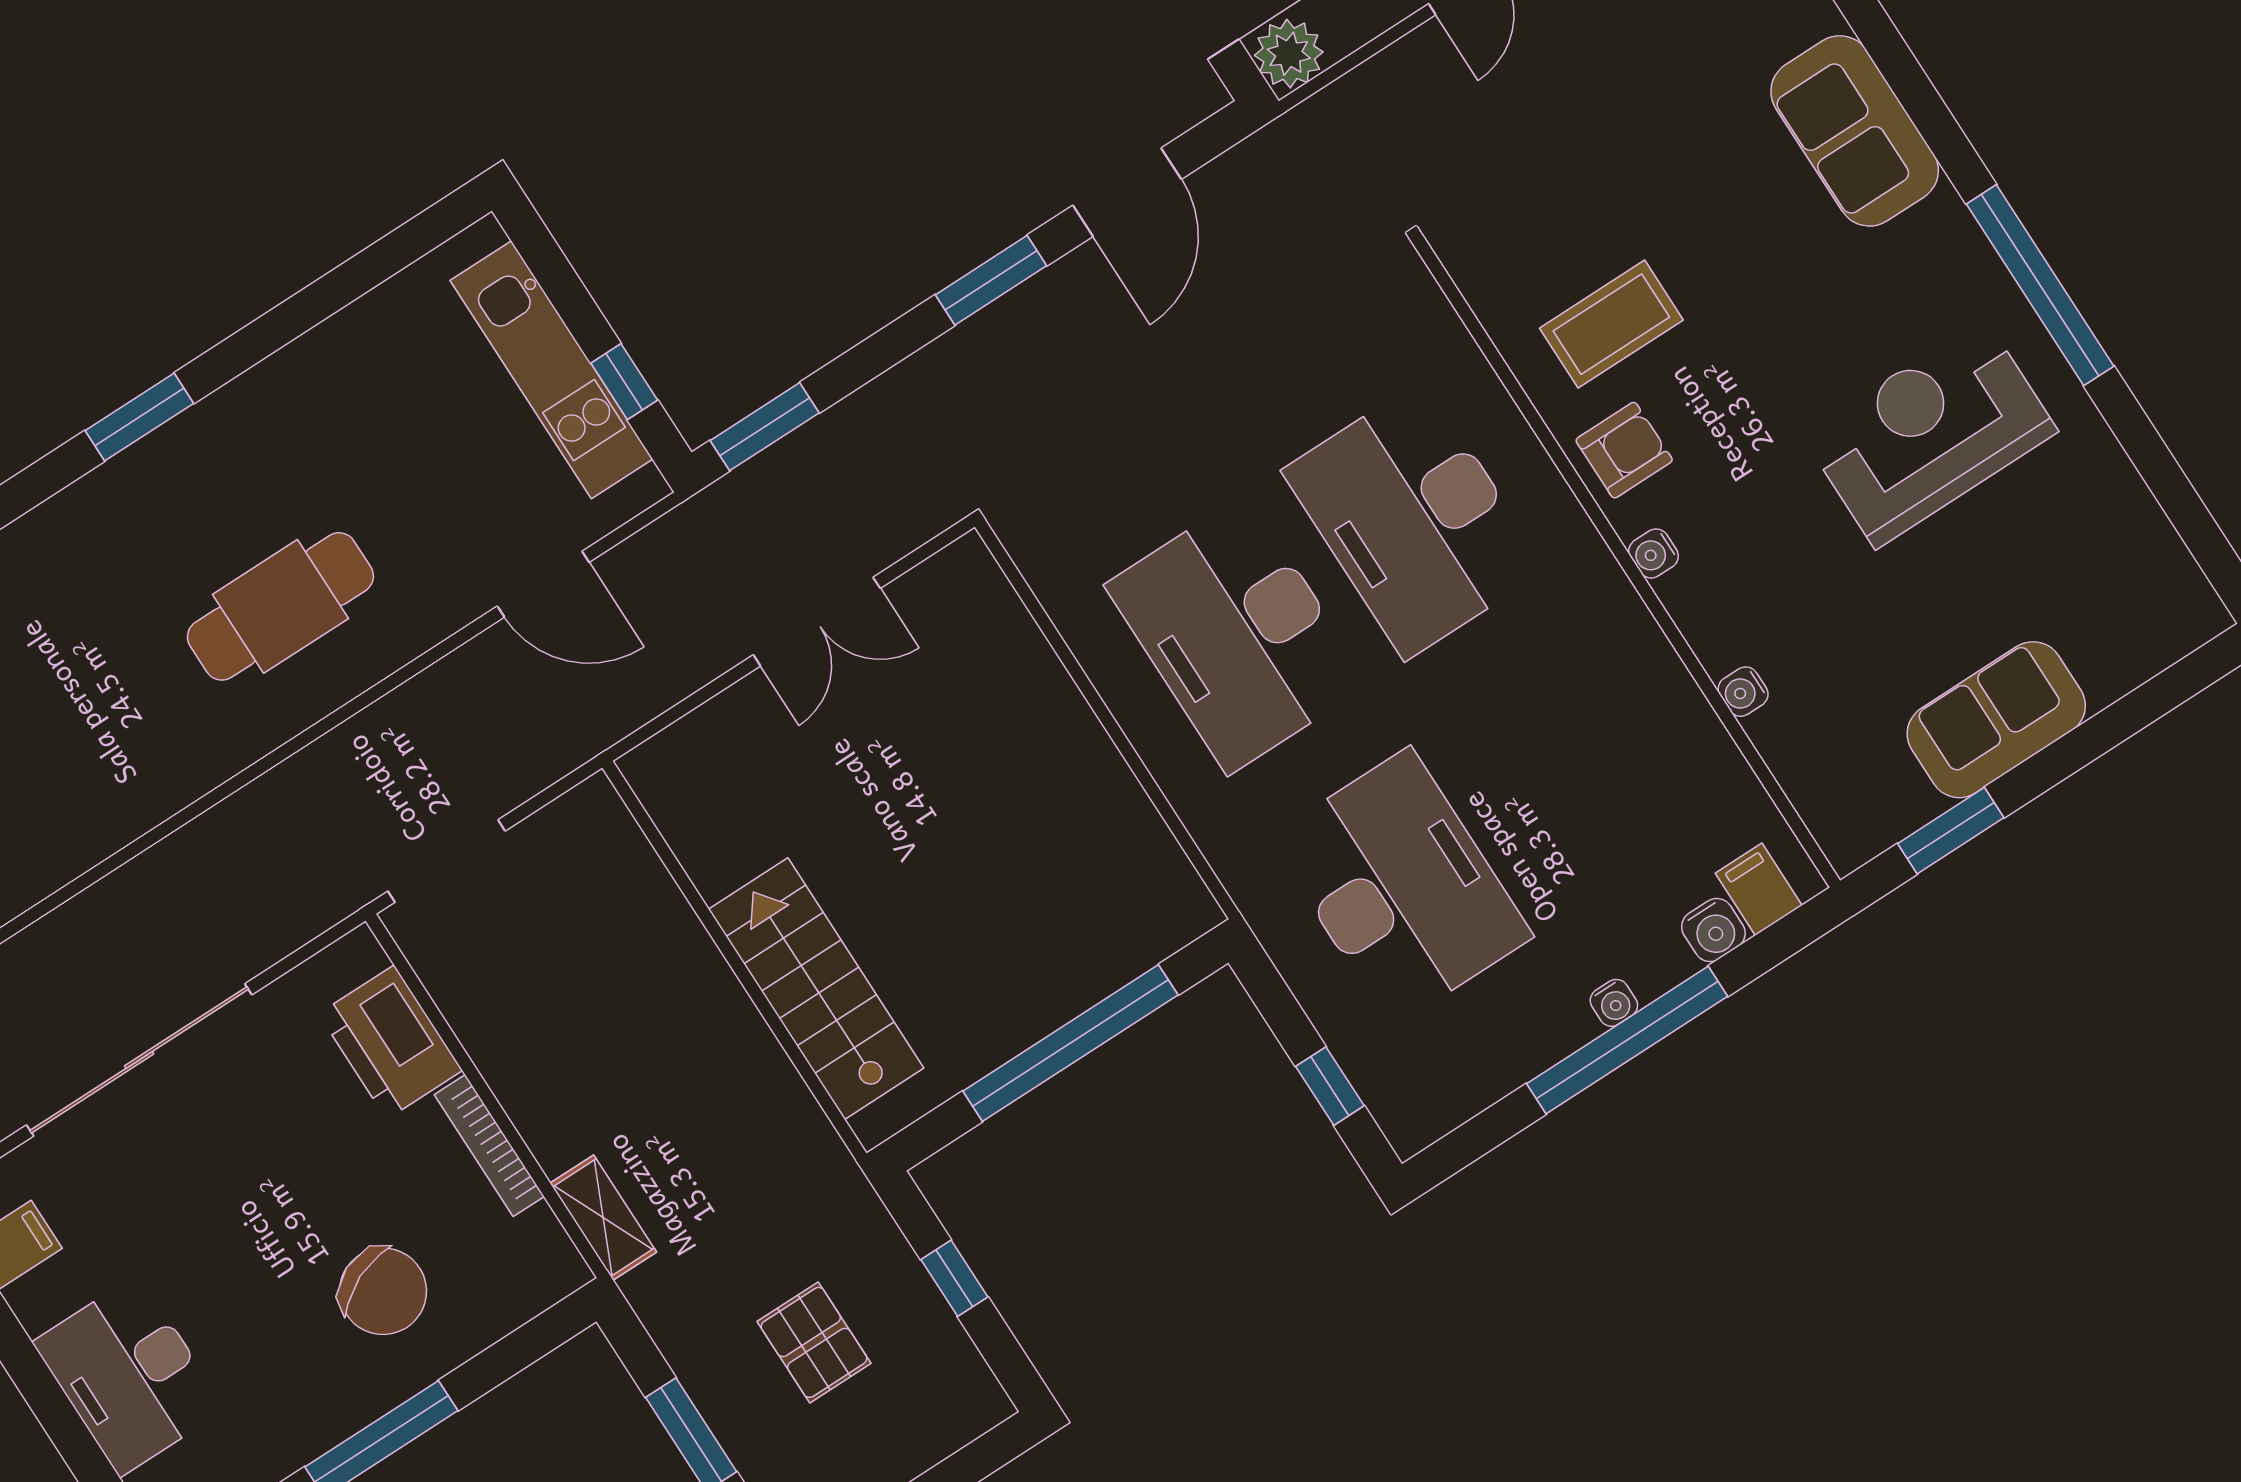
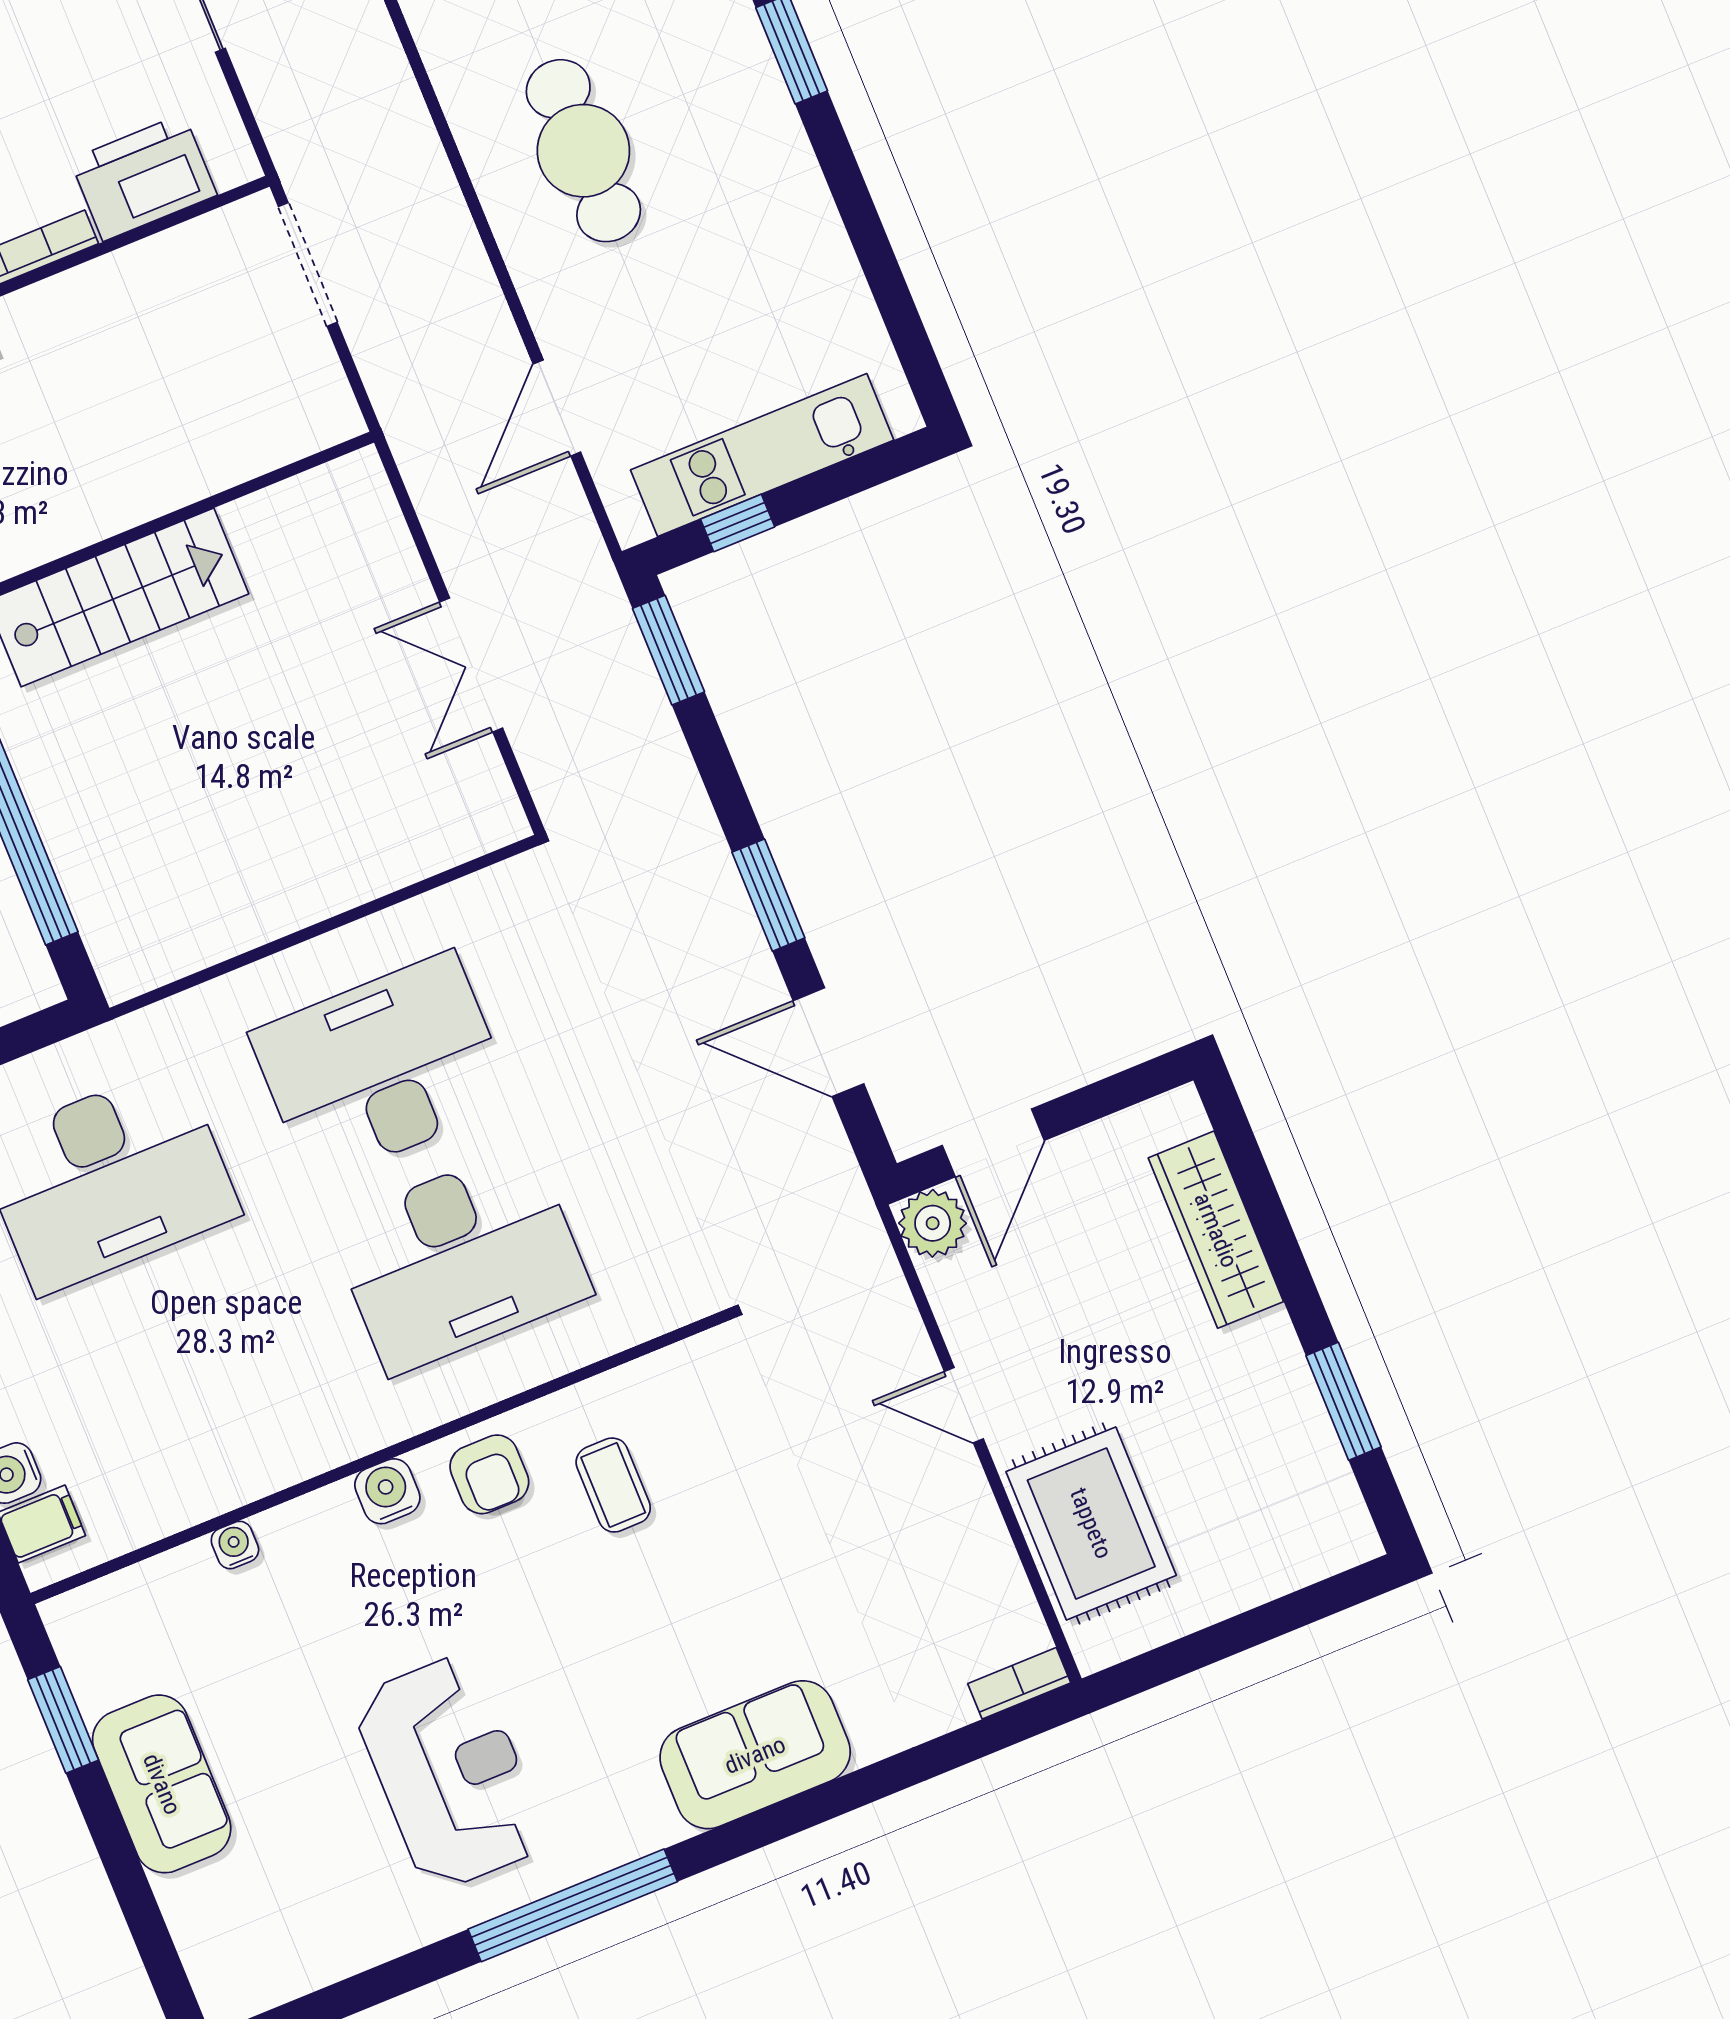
coffee table: (1611, 324) -> (613, 1485), width x0.73, depth x0.77
desk: (1414, 520) -> (460, 1259), turned 180
water cooler: (1654, 553) -> (387, 1491), width x1.38, depth x1.38

